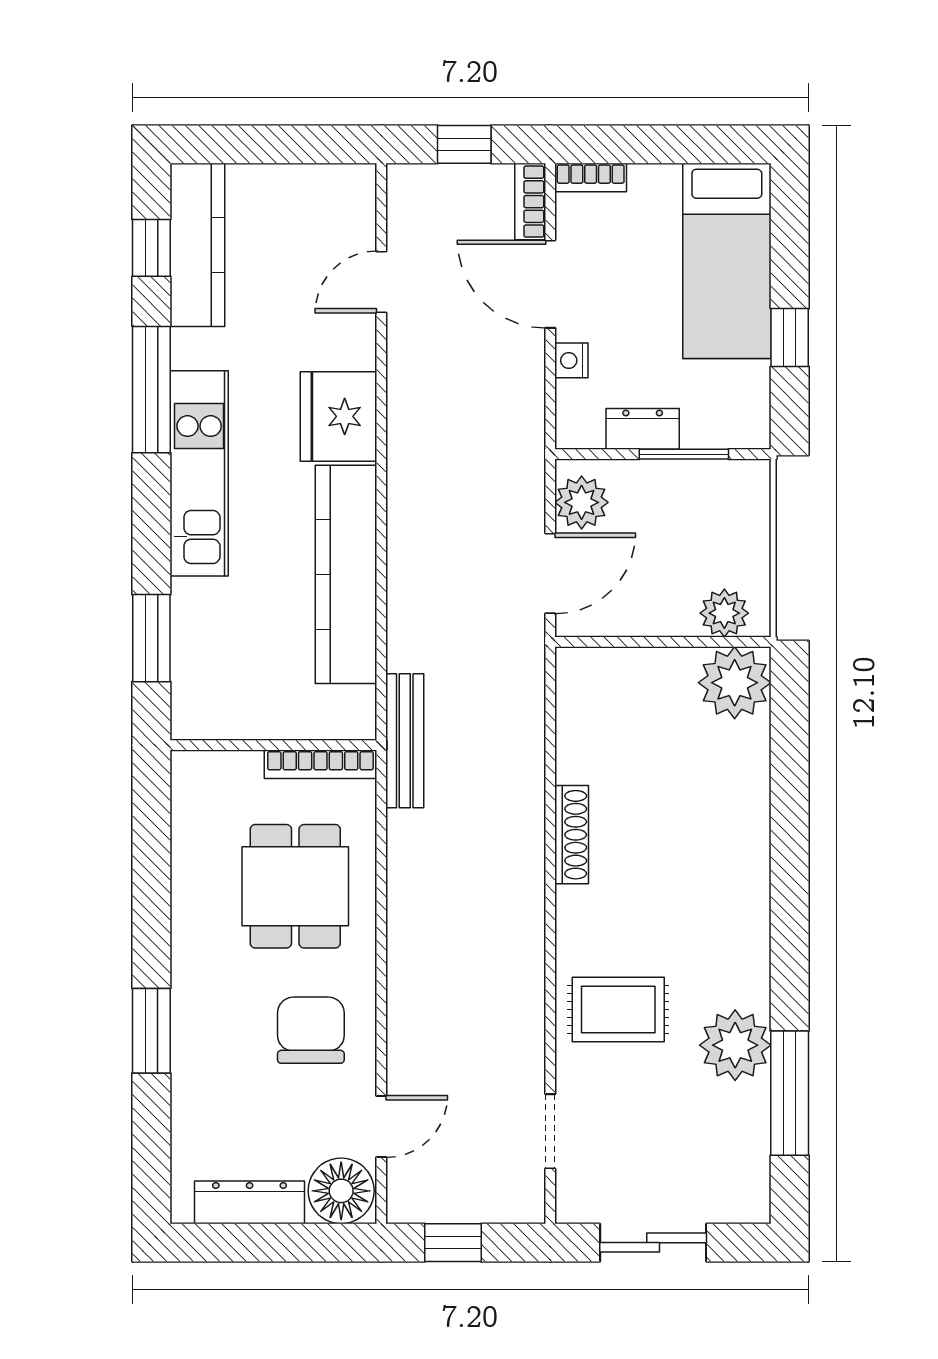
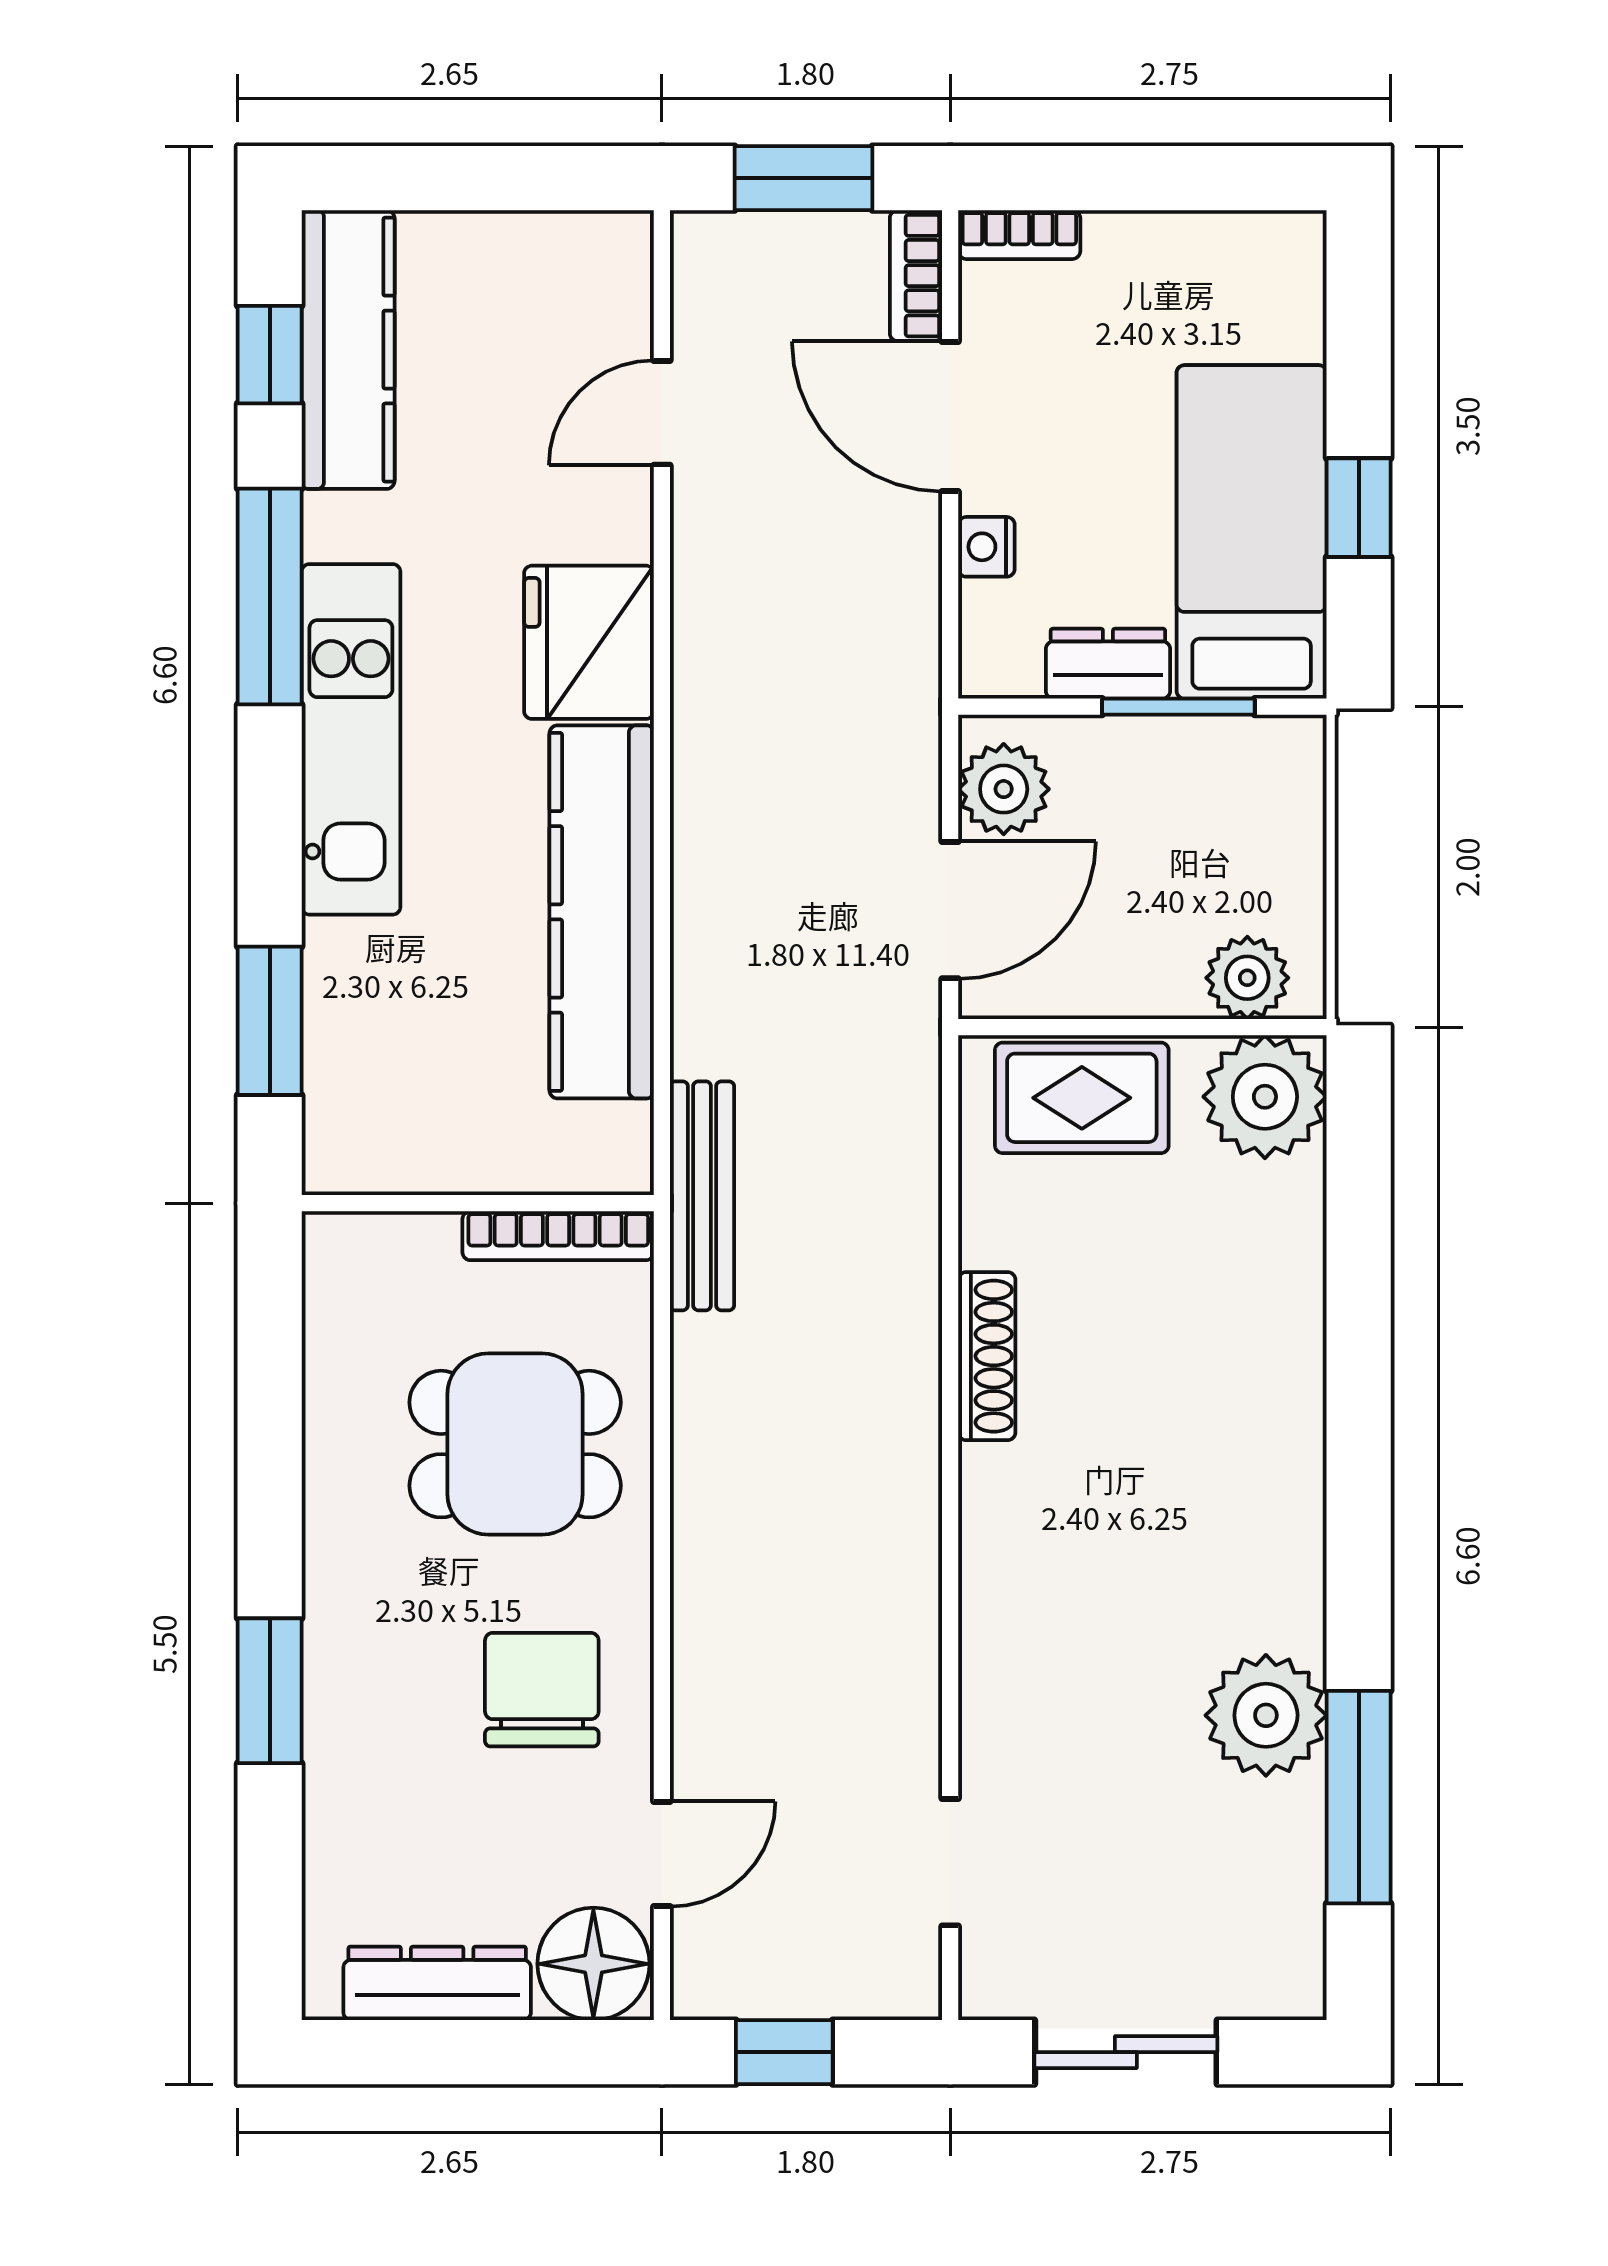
window: (464, 144) -> (804, 178), width x1.50
bed: (727, 261) -> (1252, 532), moved, turned 180
dining table: (295, 886) -> (515, 1444), turned 90
rug: (618, 1009) -> (1082, 1098), moved

